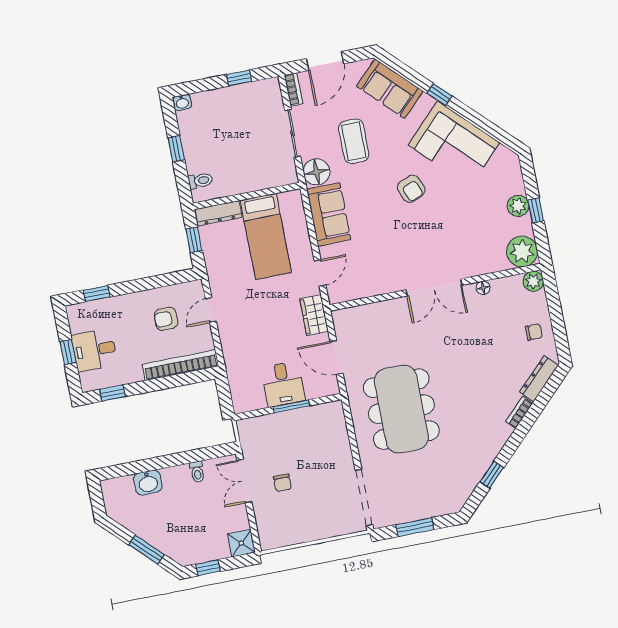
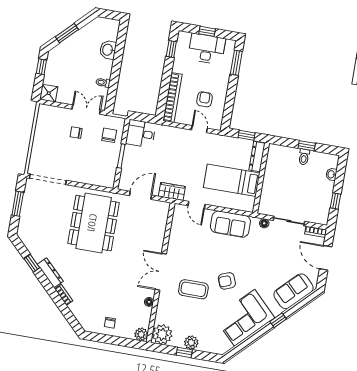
washbasin: (182, 103) -> (331, 174), moved
coffee table: (354, 141) -> (193, 289), moved
floor lamp: (317, 172) -> (264, 223), width x0.53, depth x0.53
toilet: (200, 181) -> (304, 157), moved
window: (97, 293) -> (236, 63), width x1.50
desk: (94, 350) -> (207, 49), width x1.37
dresser: (539, 379) -> (50, 273), moved
desk: (283, 384) -> (141, 134), moved
dining table: (401, 409) -> (94, 223), turned 90
chair: (268, 435) -> (109, 135), added

